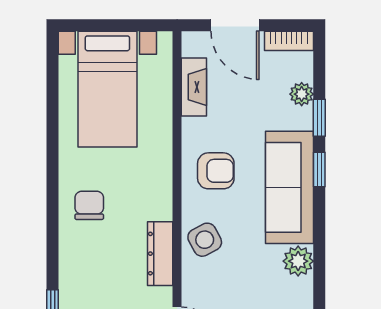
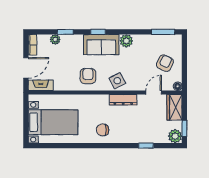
fireplace: (194, 87) -> (41, 85), moved
window: (319, 170) -> (98, 32), moved
sofa: (289, 187) -> (101, 45), width x0.73

